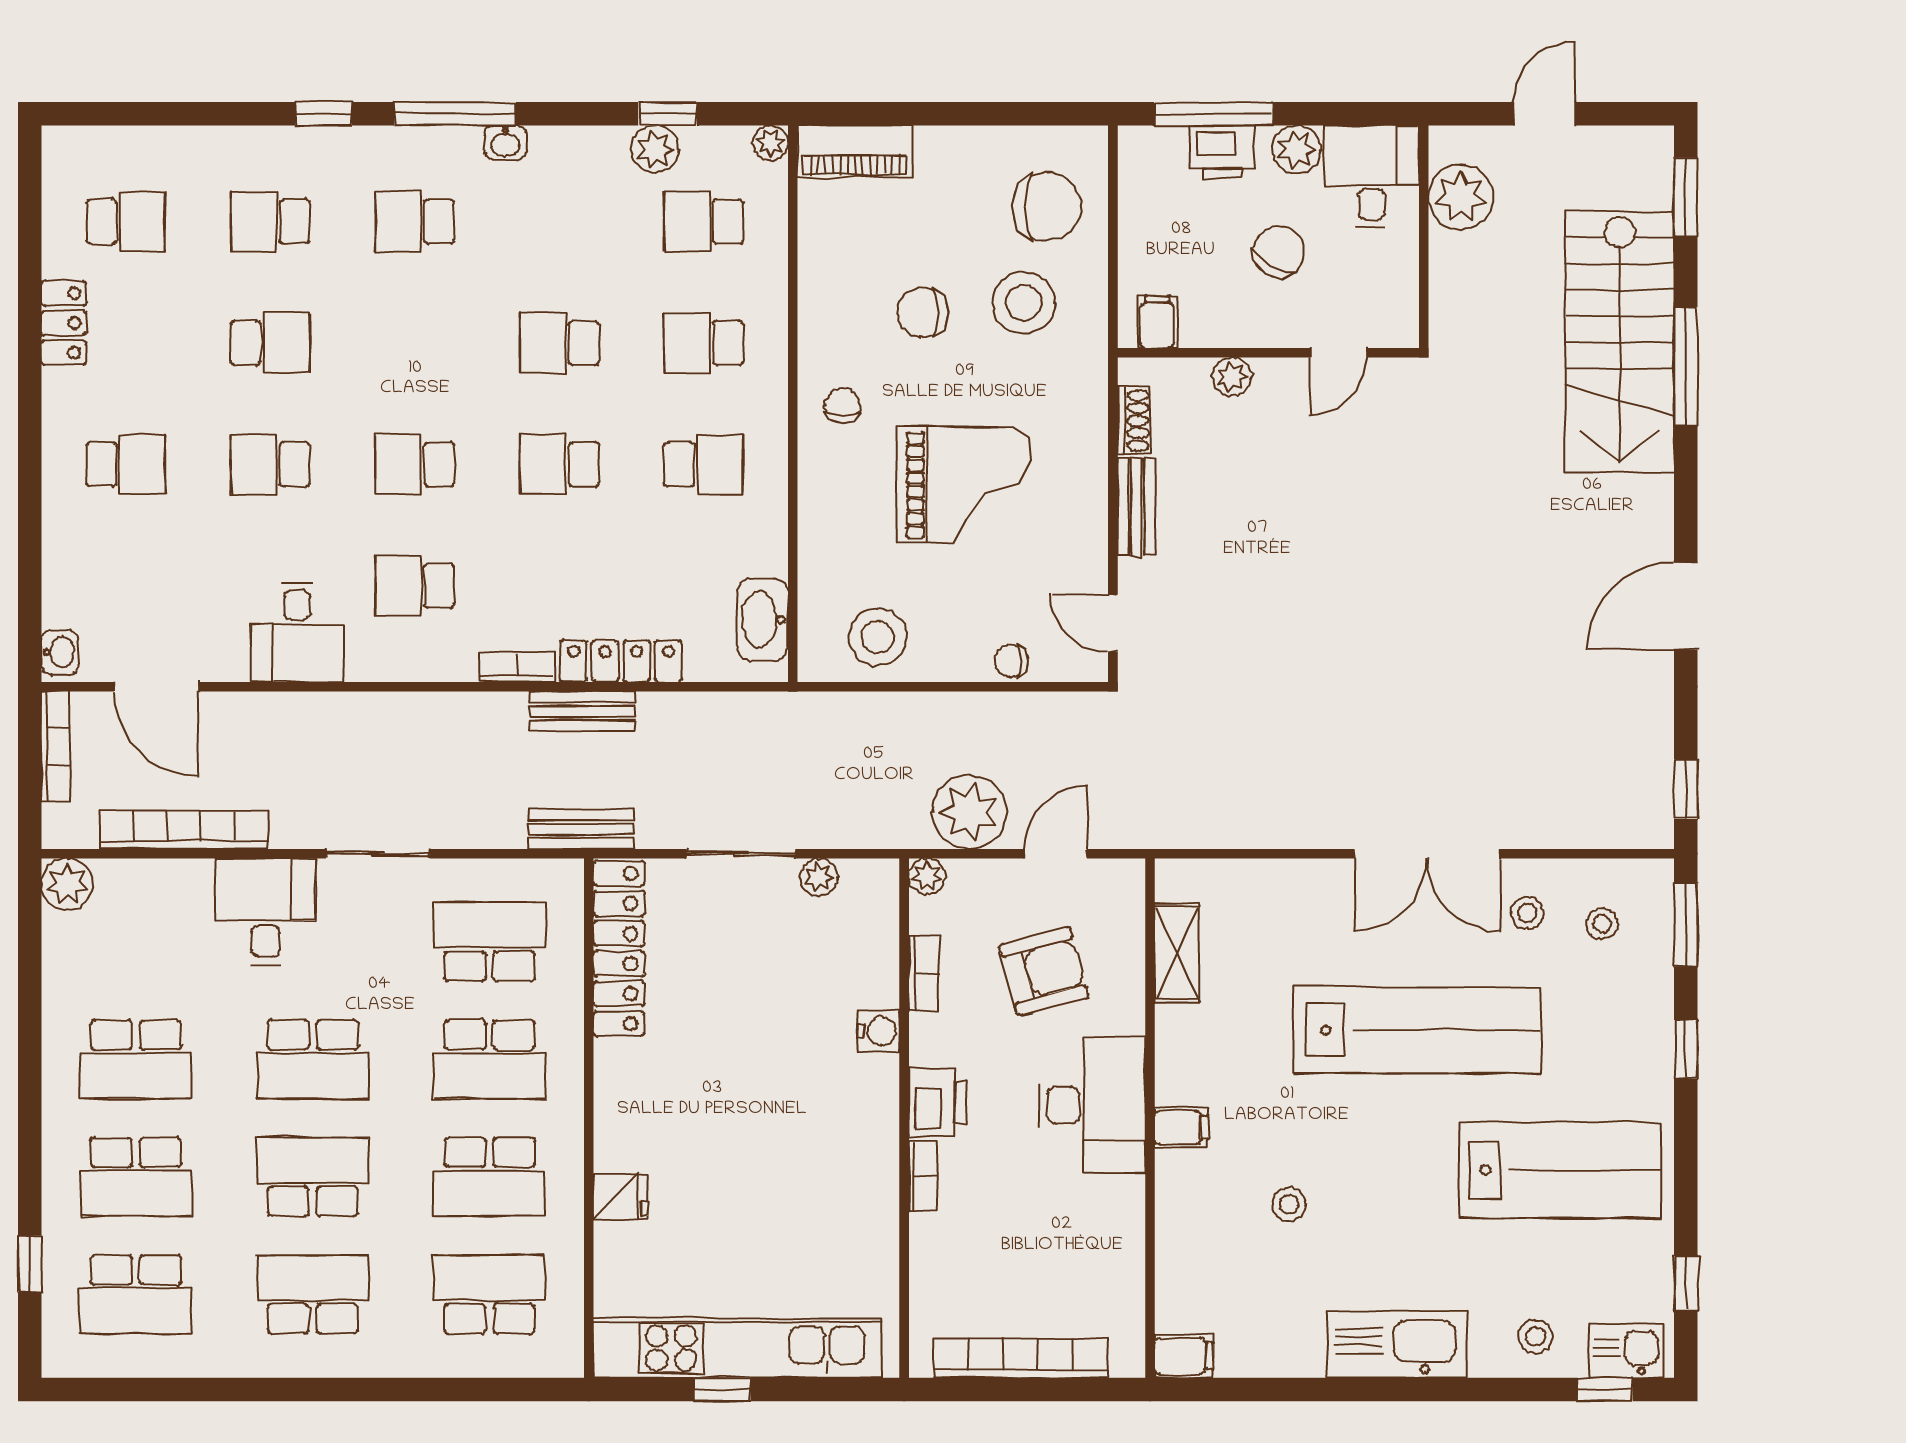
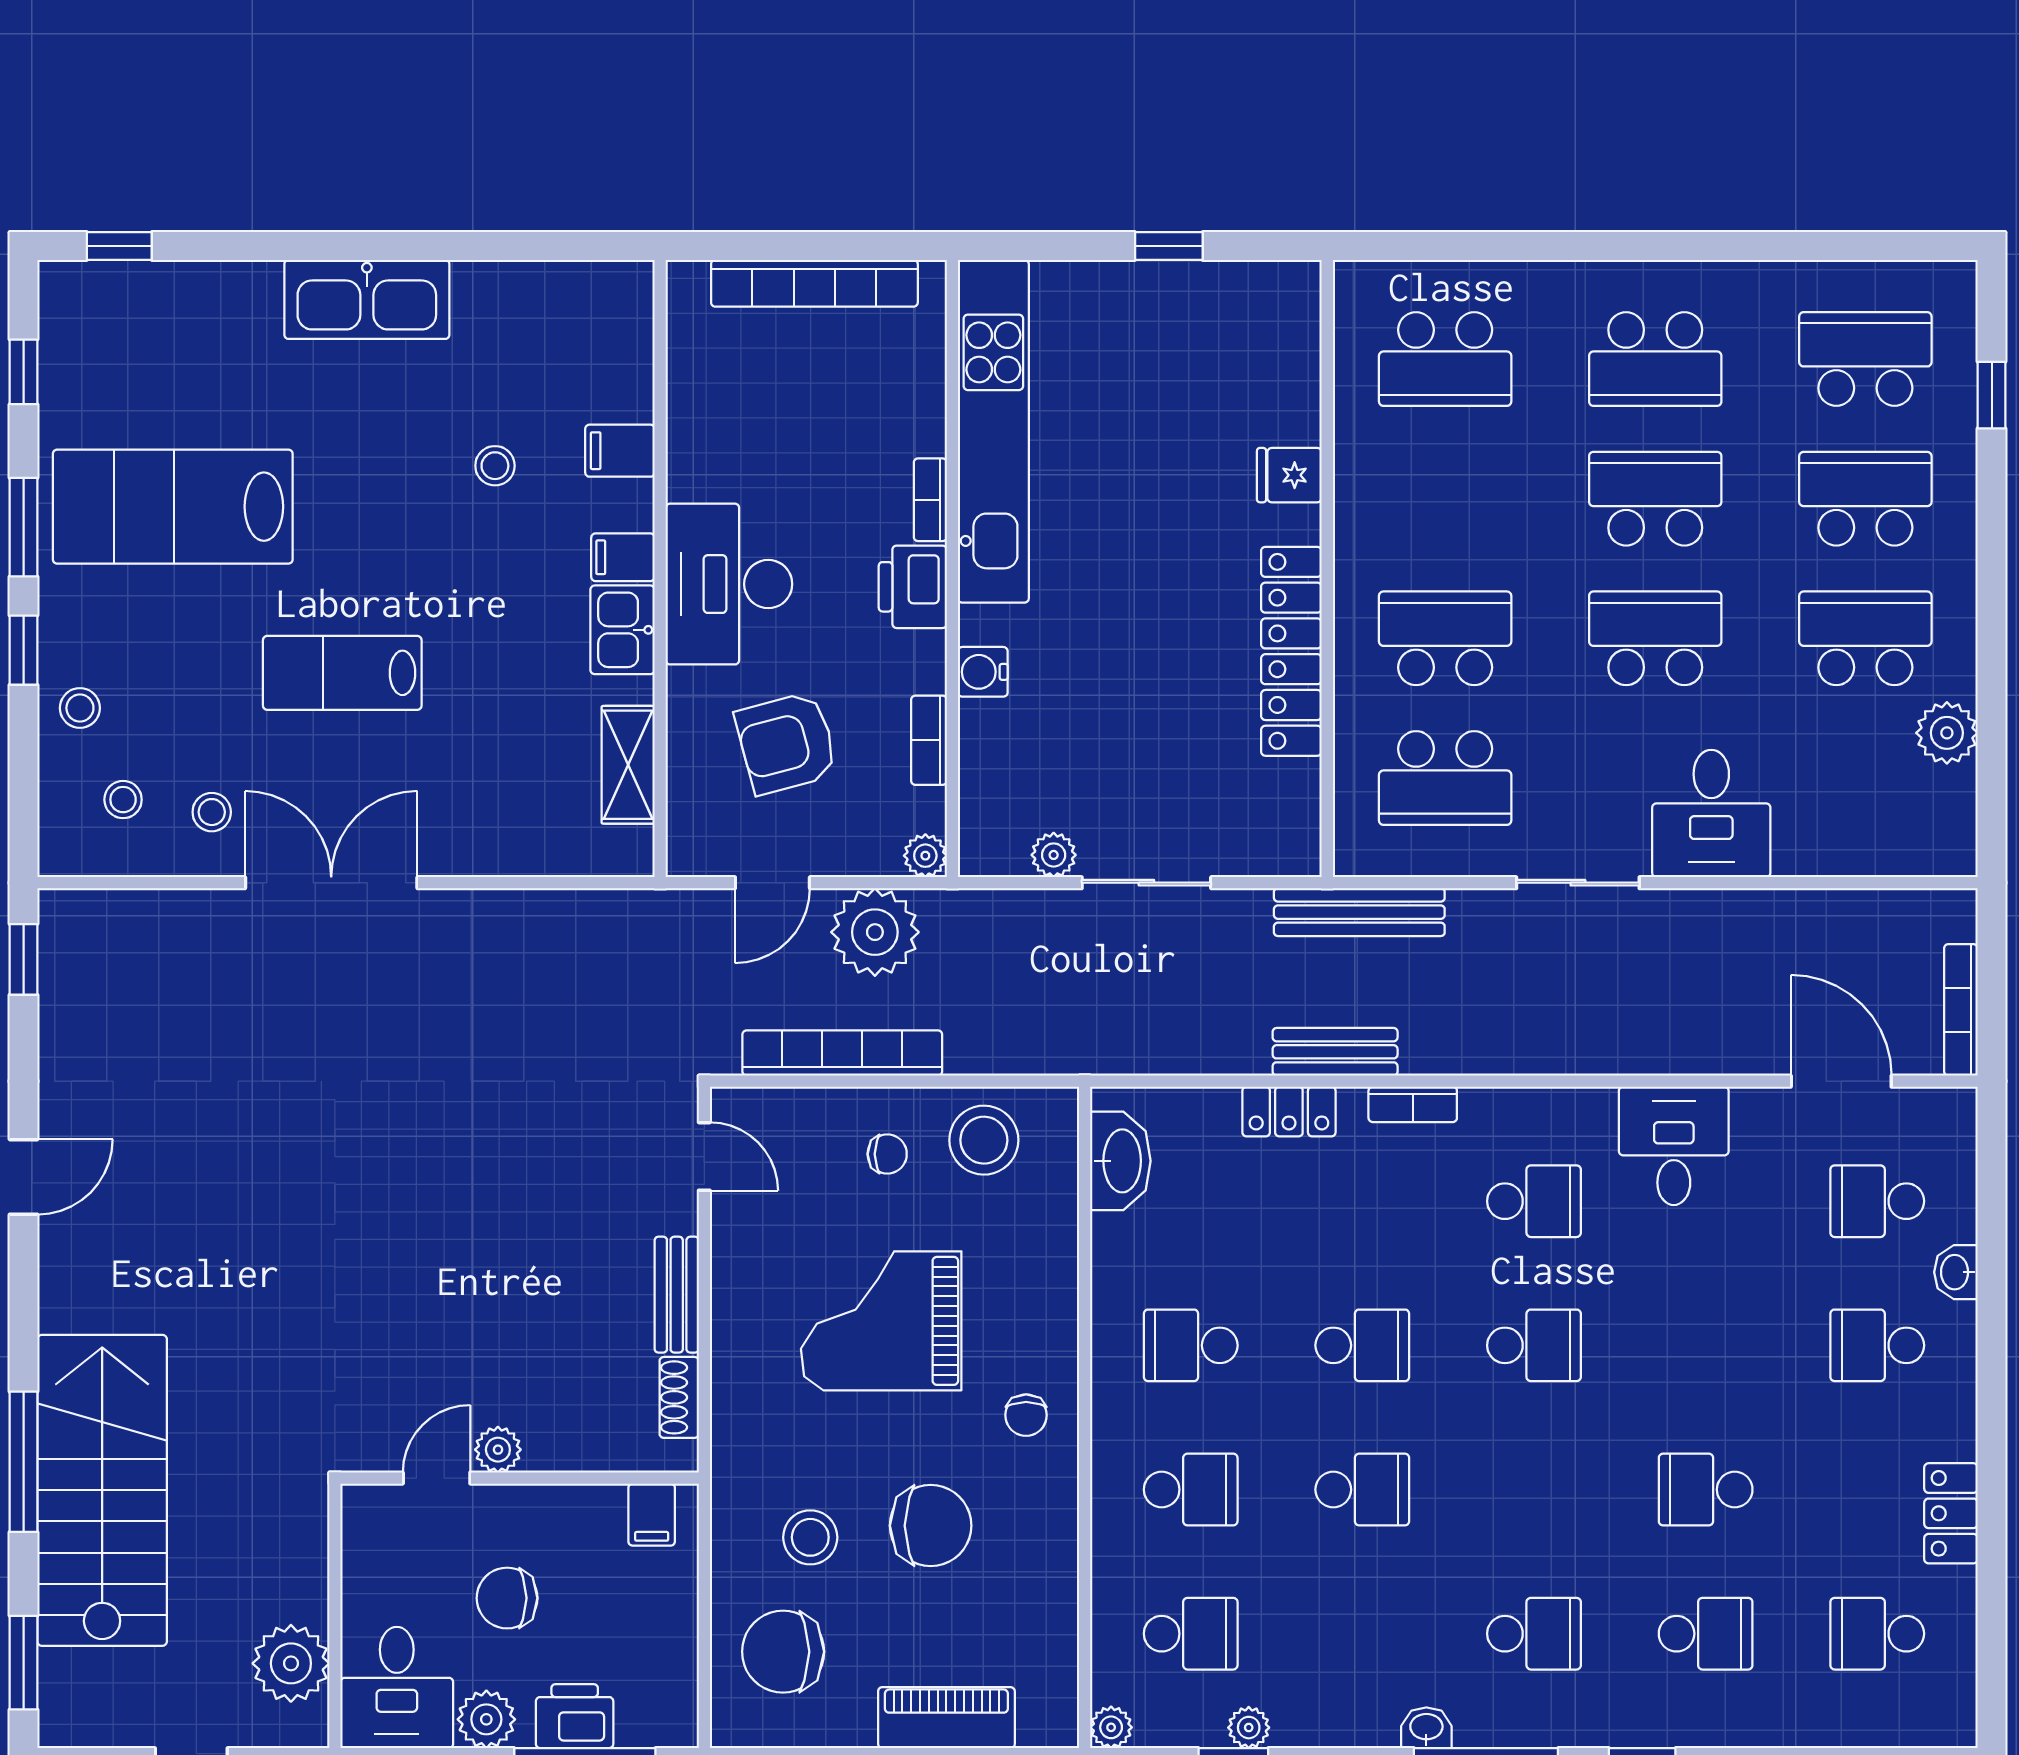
plant: (655, 149) -> (1249, 1728), width x0.73, depth x0.73
piano: (855, 151) -> (946, 1718), moved
chair: (1279, 252) -> (507, 1598), turned 58
stool: (1024, 303) -> (810, 1537), width x0.73, depth x0.73
chair: (922, 313) -> (931, 1526), width x1.37, depth x1.37
plant: (1232, 377) -> (498, 1450), moved
school desk: (270, 464) -> (1877, 1201), moved, turned 180
door: (1686, 606) -> (24, 1177), width x0.73
washbasin: (60, 652) -> (1956, 1272), moved
locker: (621, 661) -> (1289, 1112), width x0.66
chair: (1011, 661) -> (887, 1154), moved
bench: (581, 829) -> (1359, 912), width x1.36
bookcase: (184, 830) -> (842, 1053), moved, turned 180
plant: (67, 884) -> (1947, 733), moved
window: (1686, 925) -> (24, 527), moved
locker: (619, 949) -> (1291, 651), moved
lab bench: (1418, 1030) -> (342, 673), width x0.54, depth x0.72
school desk: (313, 1177) -> (1655, 499), turned 180
school desk: (489, 1177) -> (1445, 499), removed
stool: (1536, 1336) -> (80, 708), moved
kitchen unit: (738, 1348) -> (993, 431), moved, turned -90
kitchen sink: (1626, 1351) -> (623, 630), moved, turned 90
filing cabinet: (1184, 1356) -> (620, 451), moved

